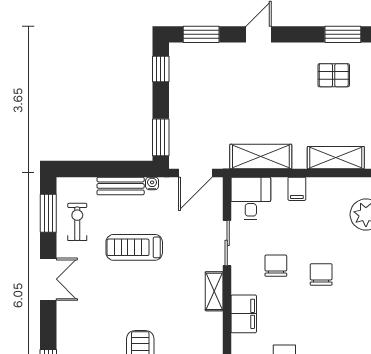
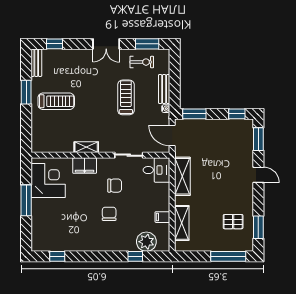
pallet: (334, 75) -> (233, 222), turned 90
filing cabinet: (297, 189) -> (162, 217), moved
chair: (321, 274) -> (109, 214), turned -90
shelving: (214, 291) -> (86, 147), moved

